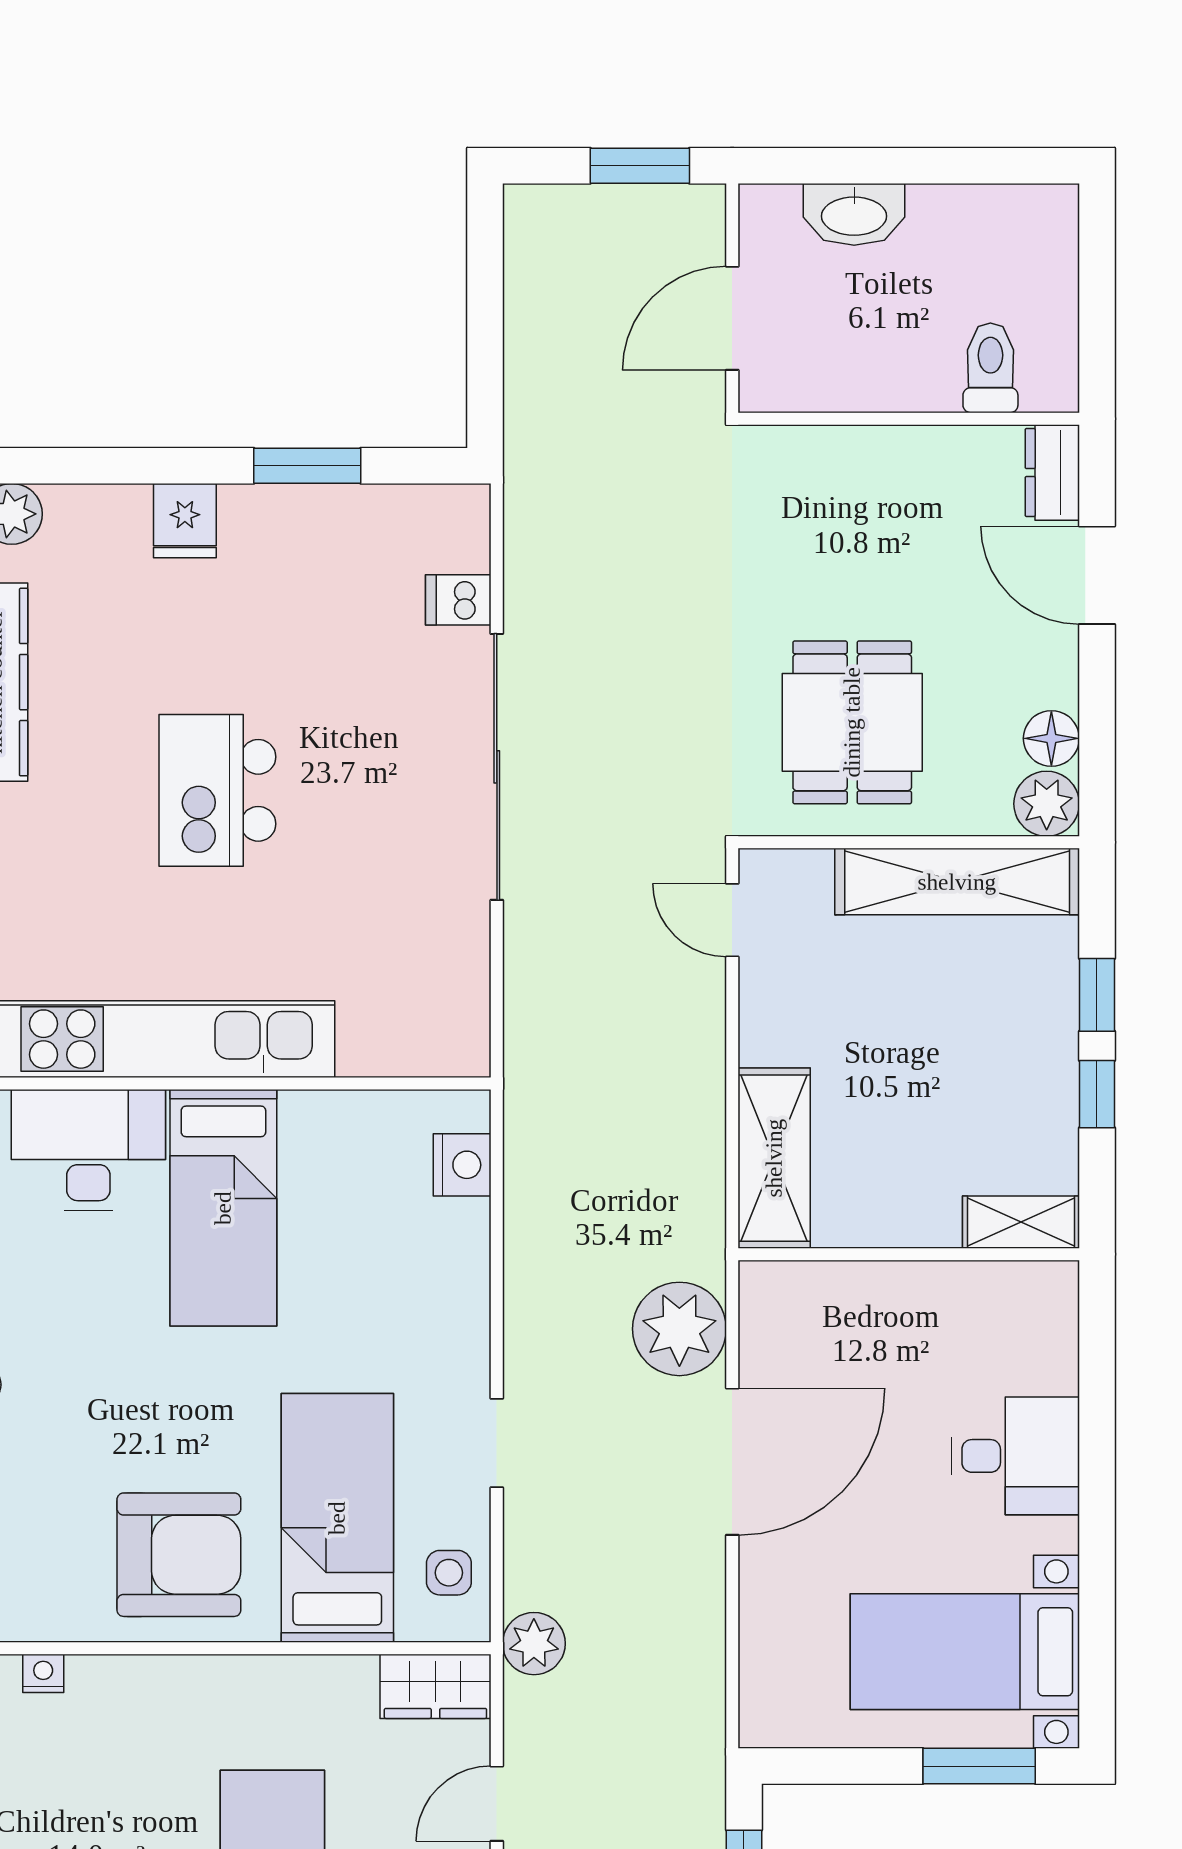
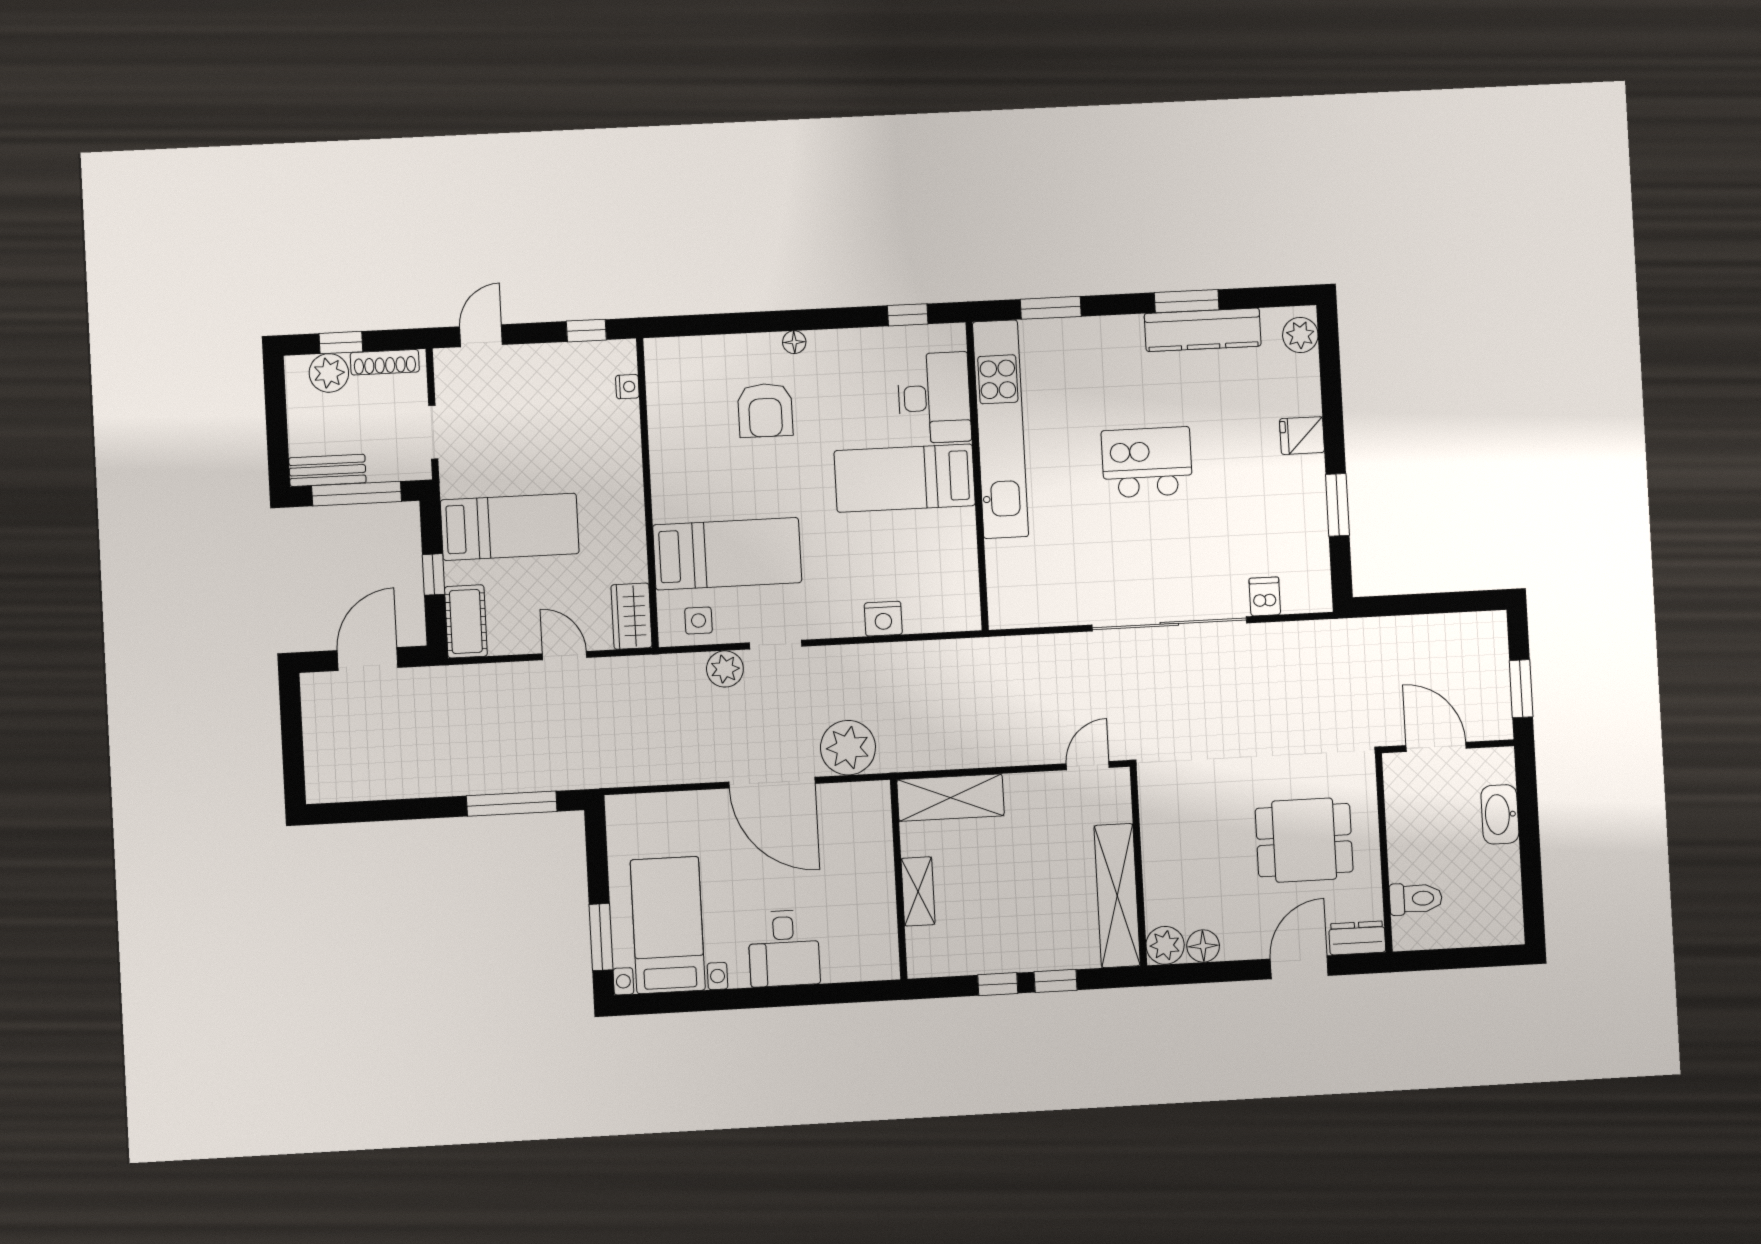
dining table: (852, 722) -> (1304, 840), moved
nightstand: (462, 1165) -> (883, 619), moved
shelving: (1021, 1222) -> (918, 891), moved
armchair: (179, 1555) -> (765, 410), moved, width x0.73, depth x0.73
plant: (534, 1644) -> (725, 669), moved

